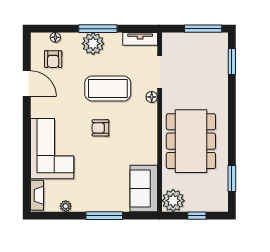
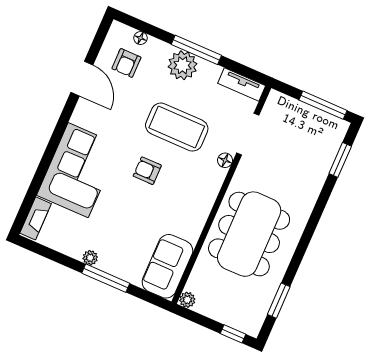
plant: (173, 201) -> (187, 300), width x0.53, depth x0.53
plant: (66, 206) -> (90, 258), moved
window: (197, 216) -> (233, 334), moved

